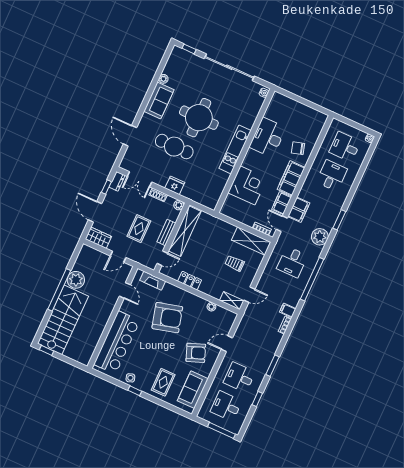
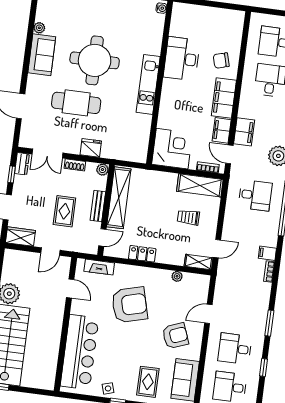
corner desk: (248, 185) -> (172, 149), moved
desk: (292, 262) -> (255, 195), turned -90

